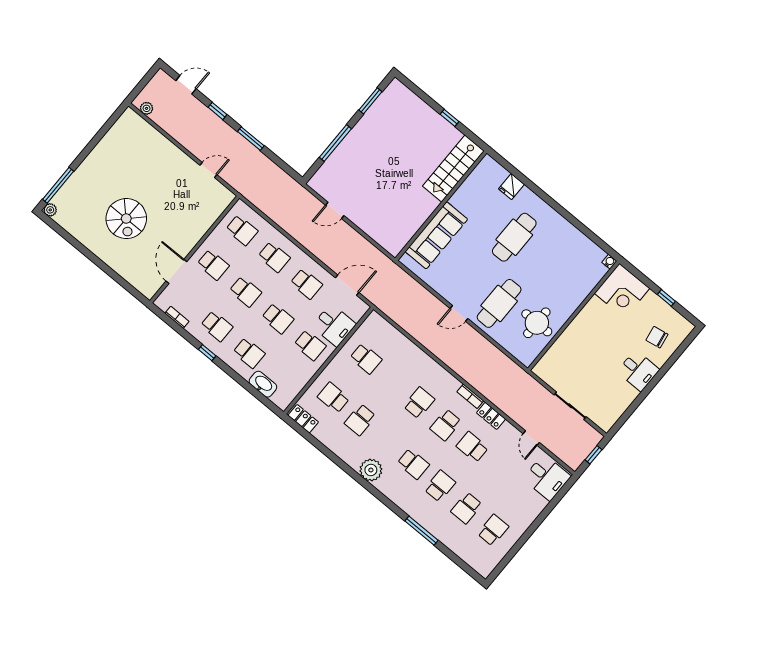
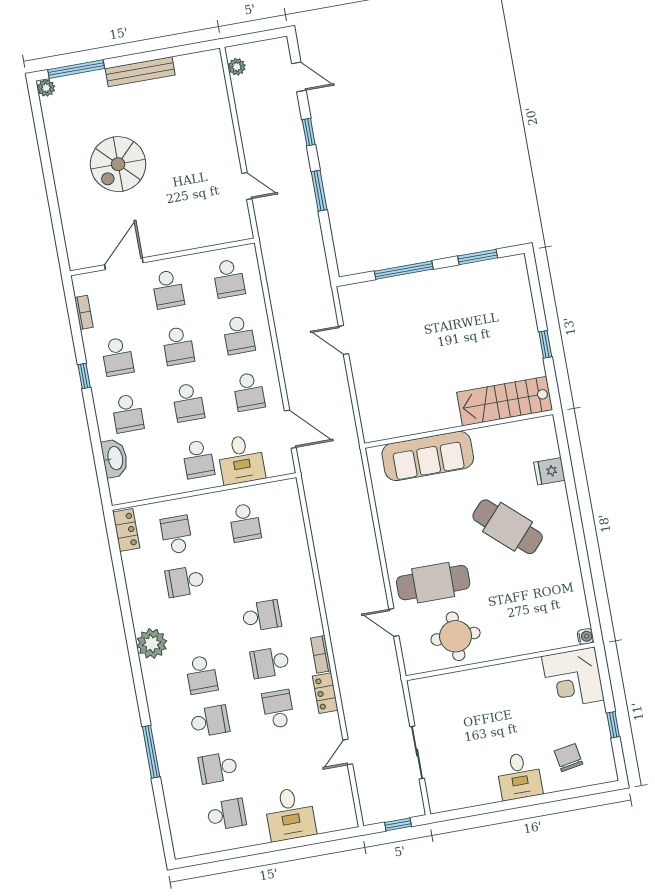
bench: (95, 157) -> (140, 72), added
cafe table: (514, 237) -> (508, 527), turned 42
door: (459, 313) -> (394, 622), moved
desk: (547, 478) -> (290, 814), moved

